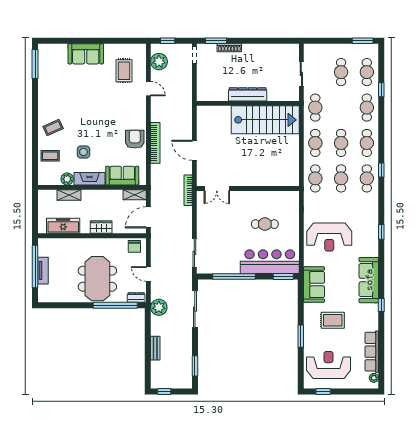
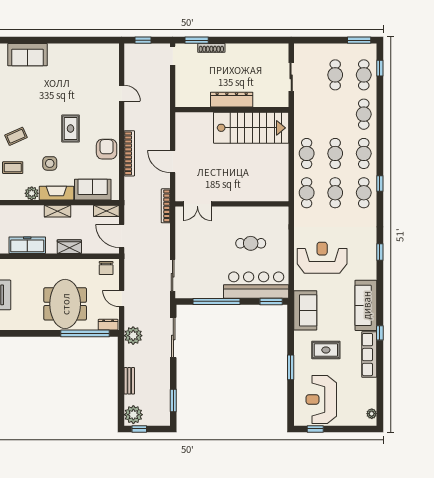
sofa: (86, 54) -> (27, 55), moved
plant: (159, 62) -> (133, 415), moved
rug: (124, 71) -> (71, 129), moved
window: (381, 90) -> (380, 68), moved
cafe table: (315, 108) -> (307, 114), removed
shelving: (69, 195) -> (58, 211), moved
door: (148, 217) -> (122, 236), hinge flipped
reception desk: (329, 237) -> (322, 258), turned 180
row of seats: (372, 352) -> (369, 355), moved
reception desk: (329, 365) -> (321, 399), turned -90

